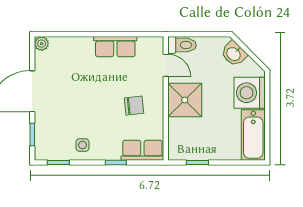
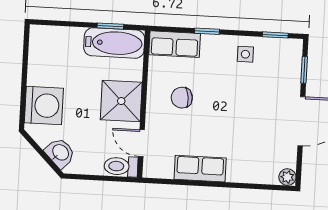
bathtub: (253, 135) -> (114, 43), moved, turned 90

